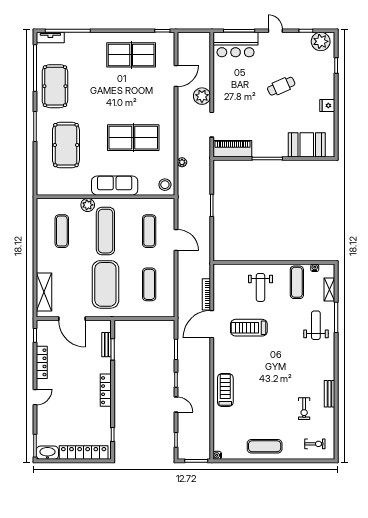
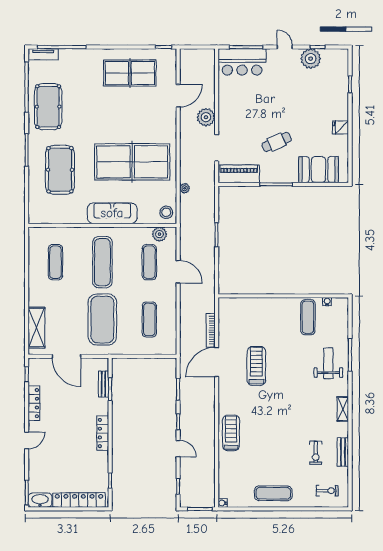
plant: (321, 41) -> (311, 59), moved
cafe table: (281, 86) -> (277, 142), moved
table tennis table: (133, 138) -> (132, 162), width x1.36, depth x1.32
plant: (88, 205) -> (159, 234), moved
weight bench: (260, 287) -> (269, 323), removed
shelving: (329, 290) -> (343, 409), moved
treadmill: (249, 328) -> (256, 366), turned 90
bench: (329, 394) -> (343, 452), moved

